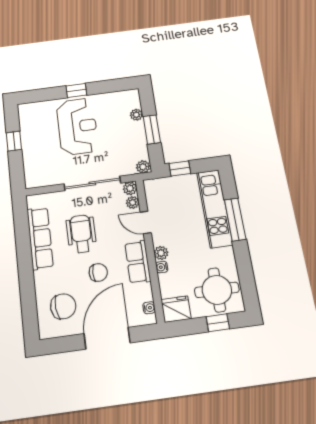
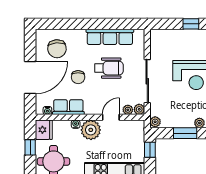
plant: (161, 253) -> (91, 130), width x1.87, depth x1.87
row of seats: (138, 262) -> (68, 107), moved
window: (218, 323) -> (30, 147), moved
door: (107, 338) -> (30, 78), hinge flipped

